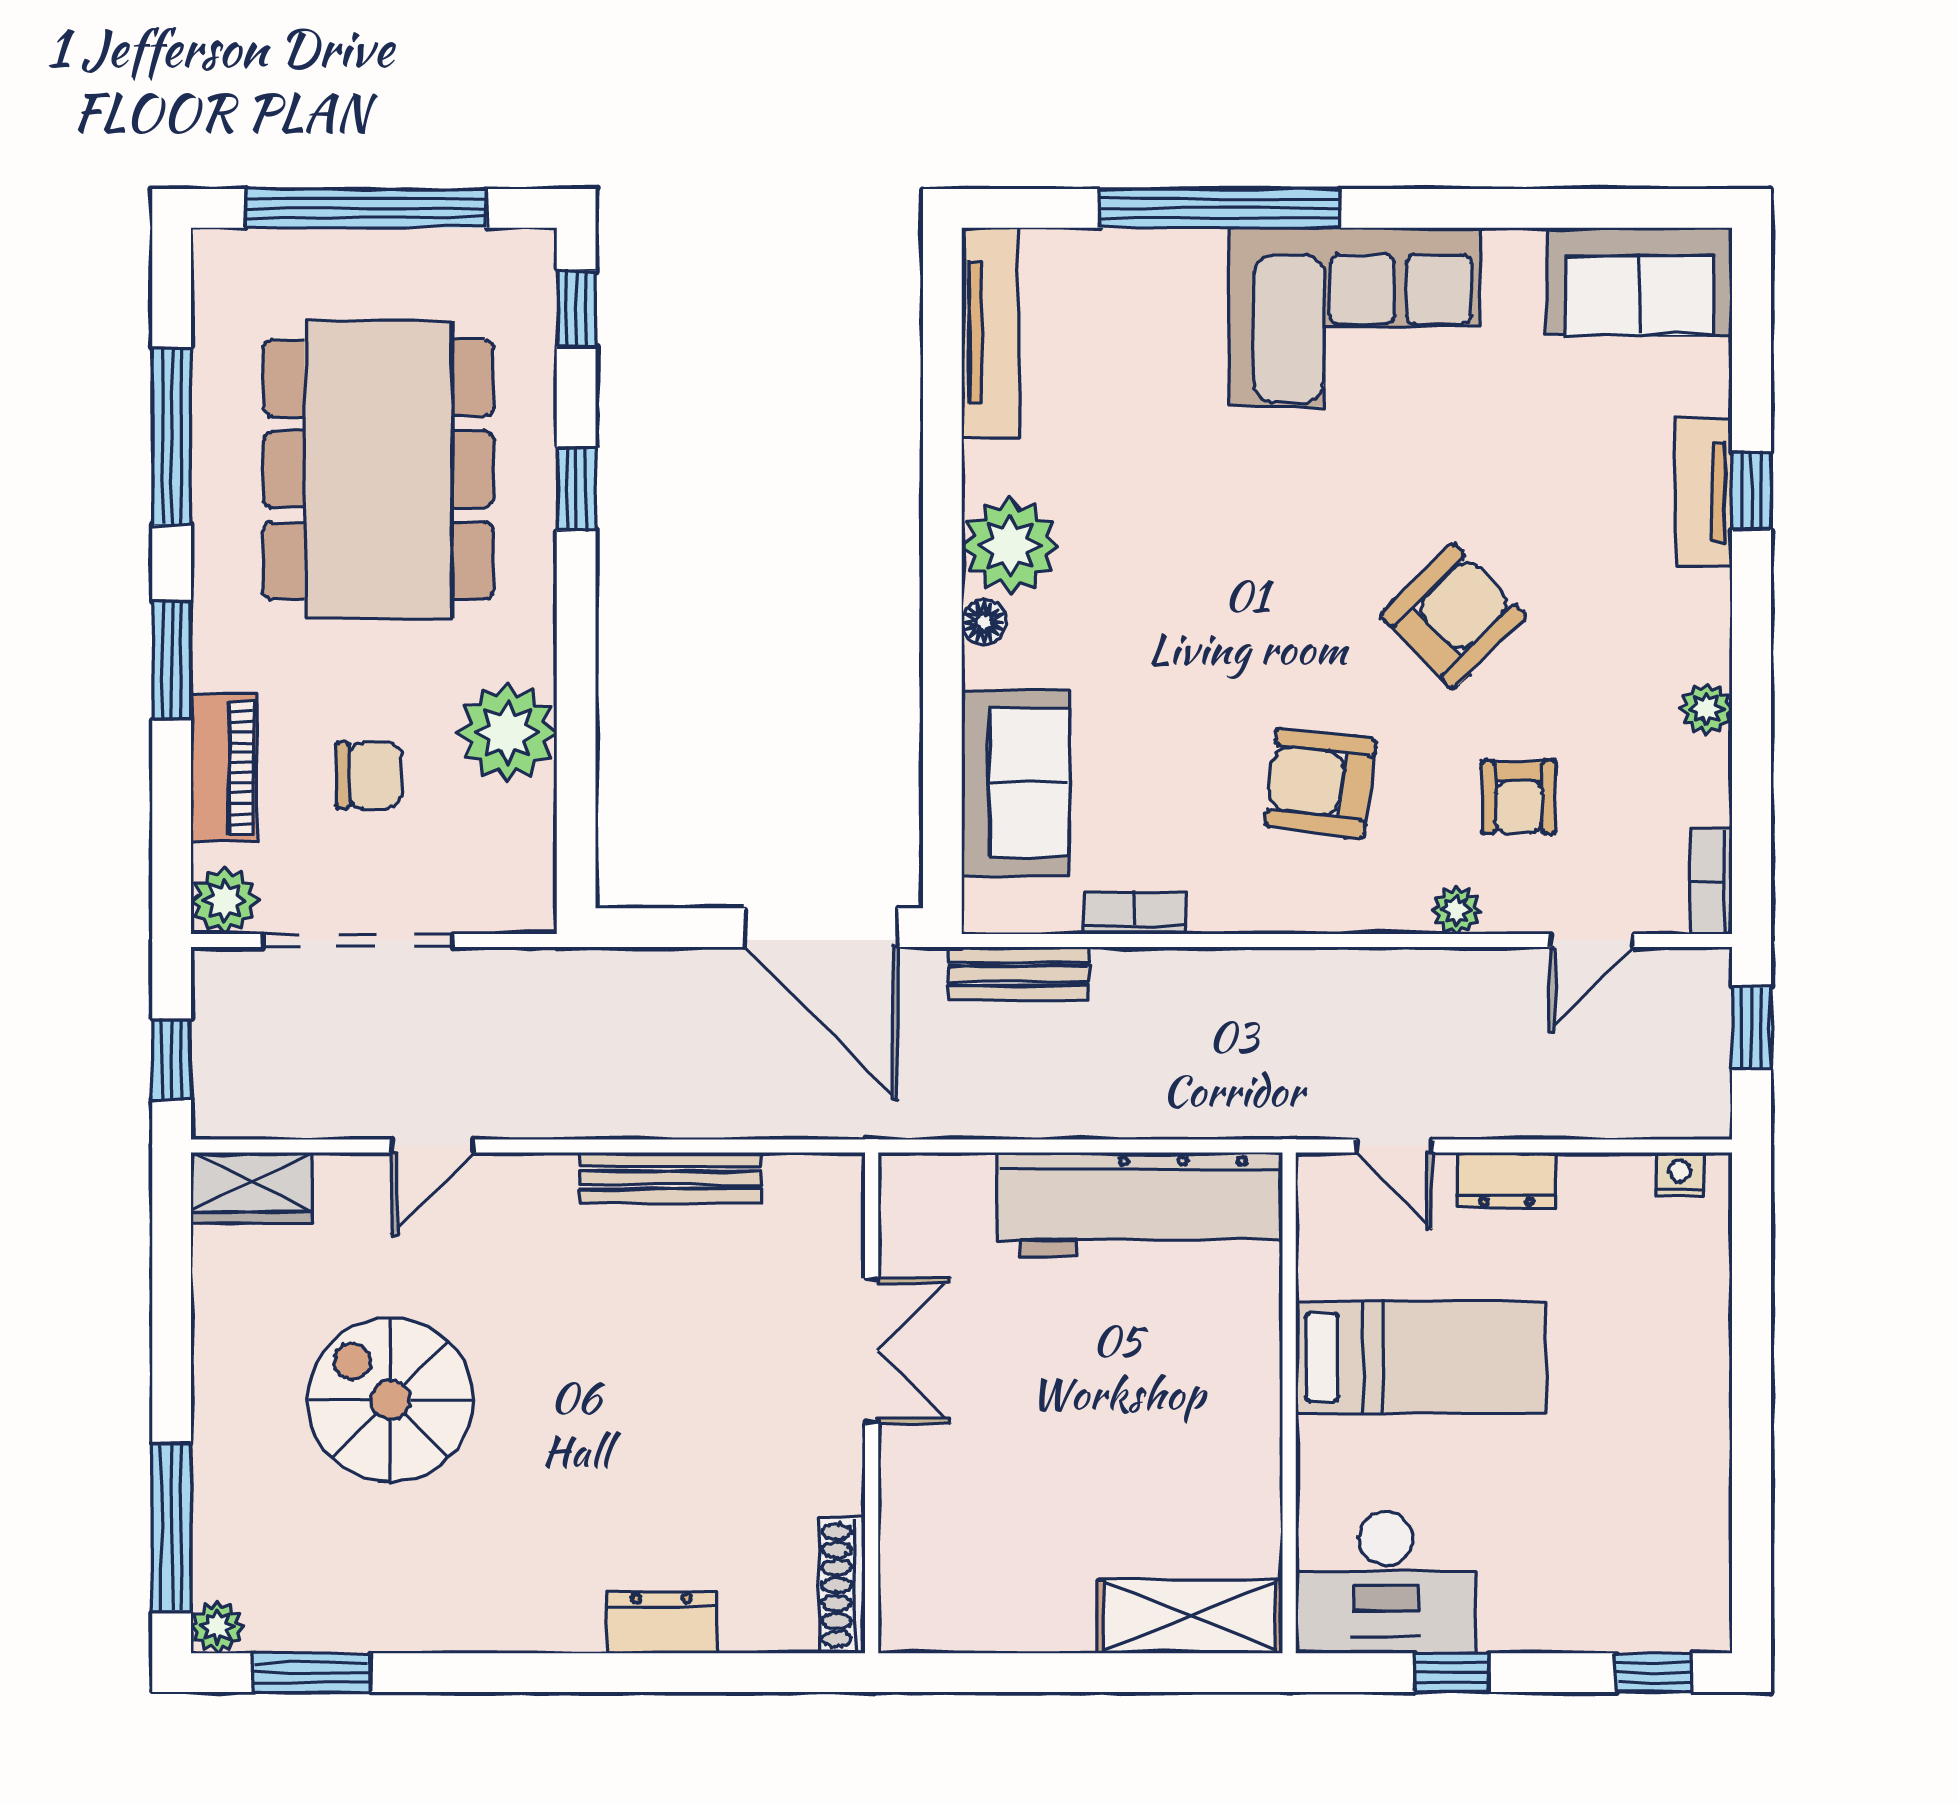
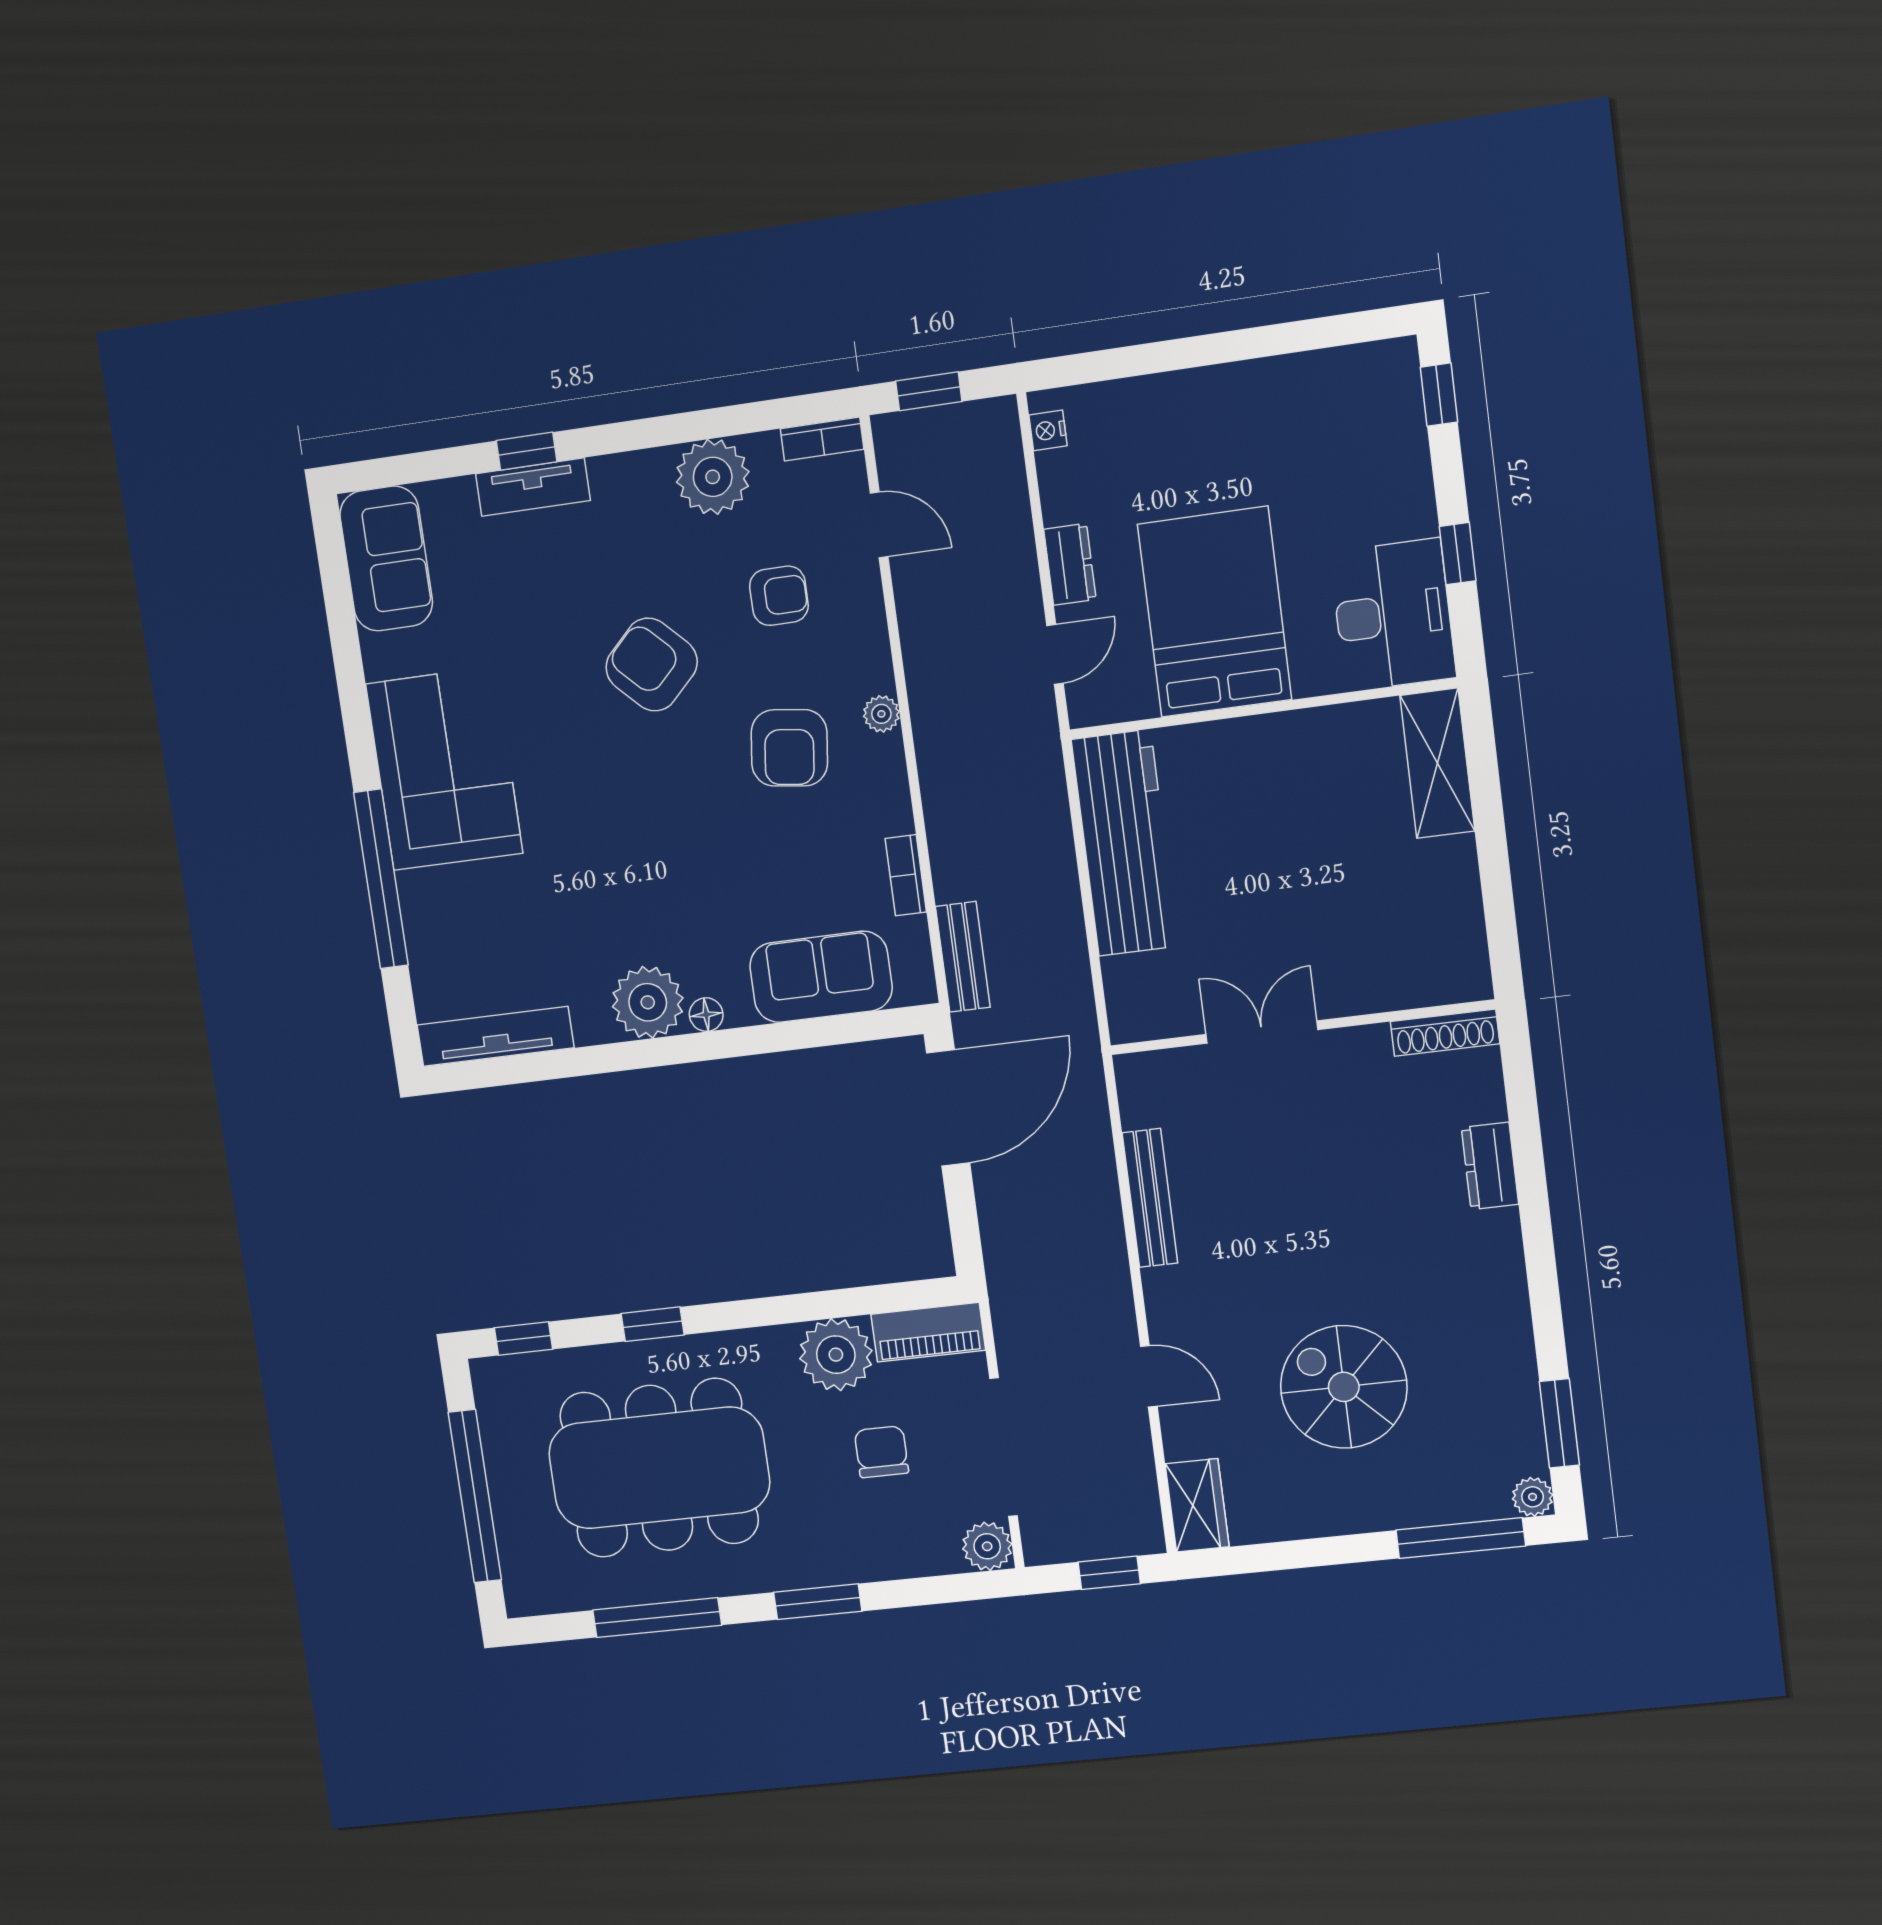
plant: (1706, 709) -> (713, 477), width x1.88, depth x1.88
piano: (224, 768) -> (928, 1332), moved, turned 180
plant: (1456, 910) -> (881, 714), moved
bed: (1421, 1357) -> (1215, 612), width x1.50
spiral stairs: (390, 1400) -> (1344, 1387), turned 90

